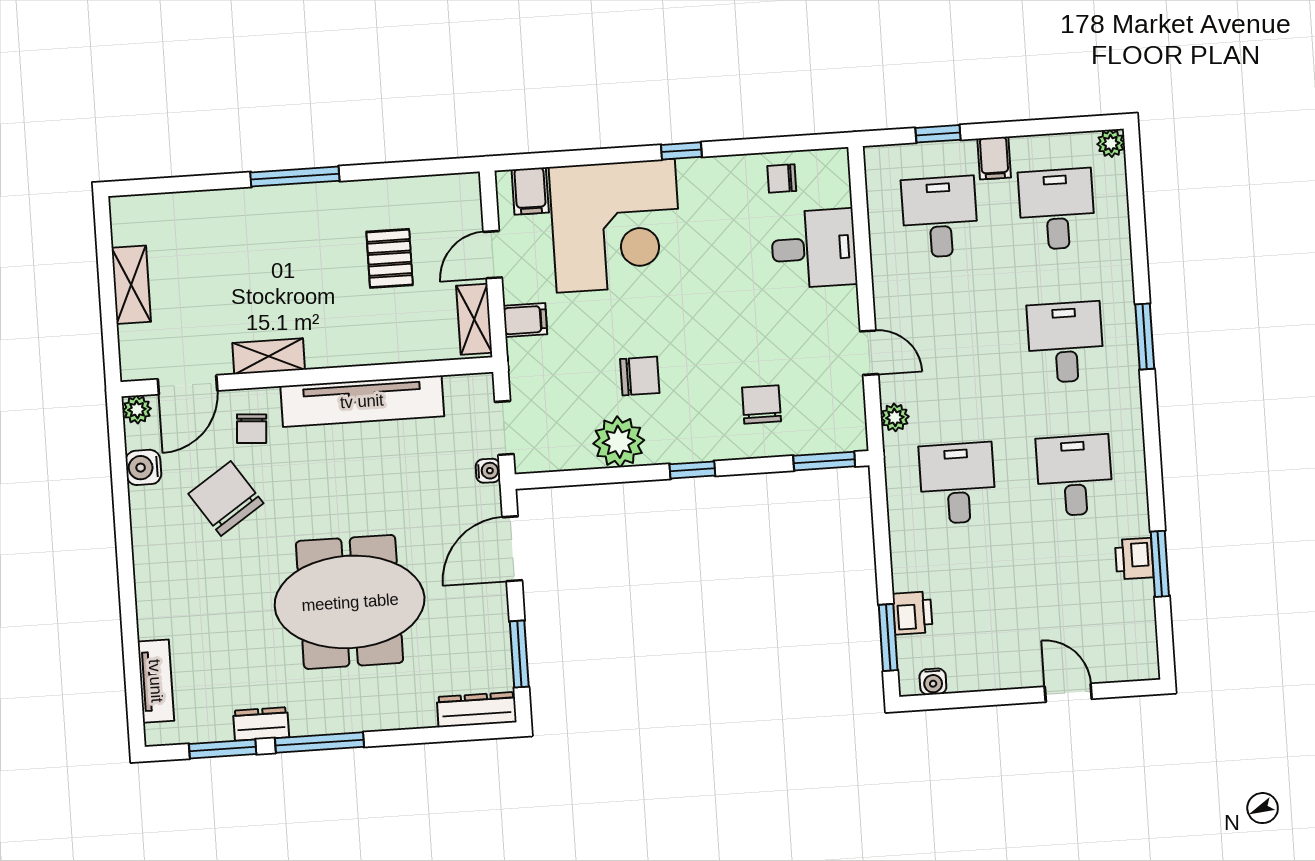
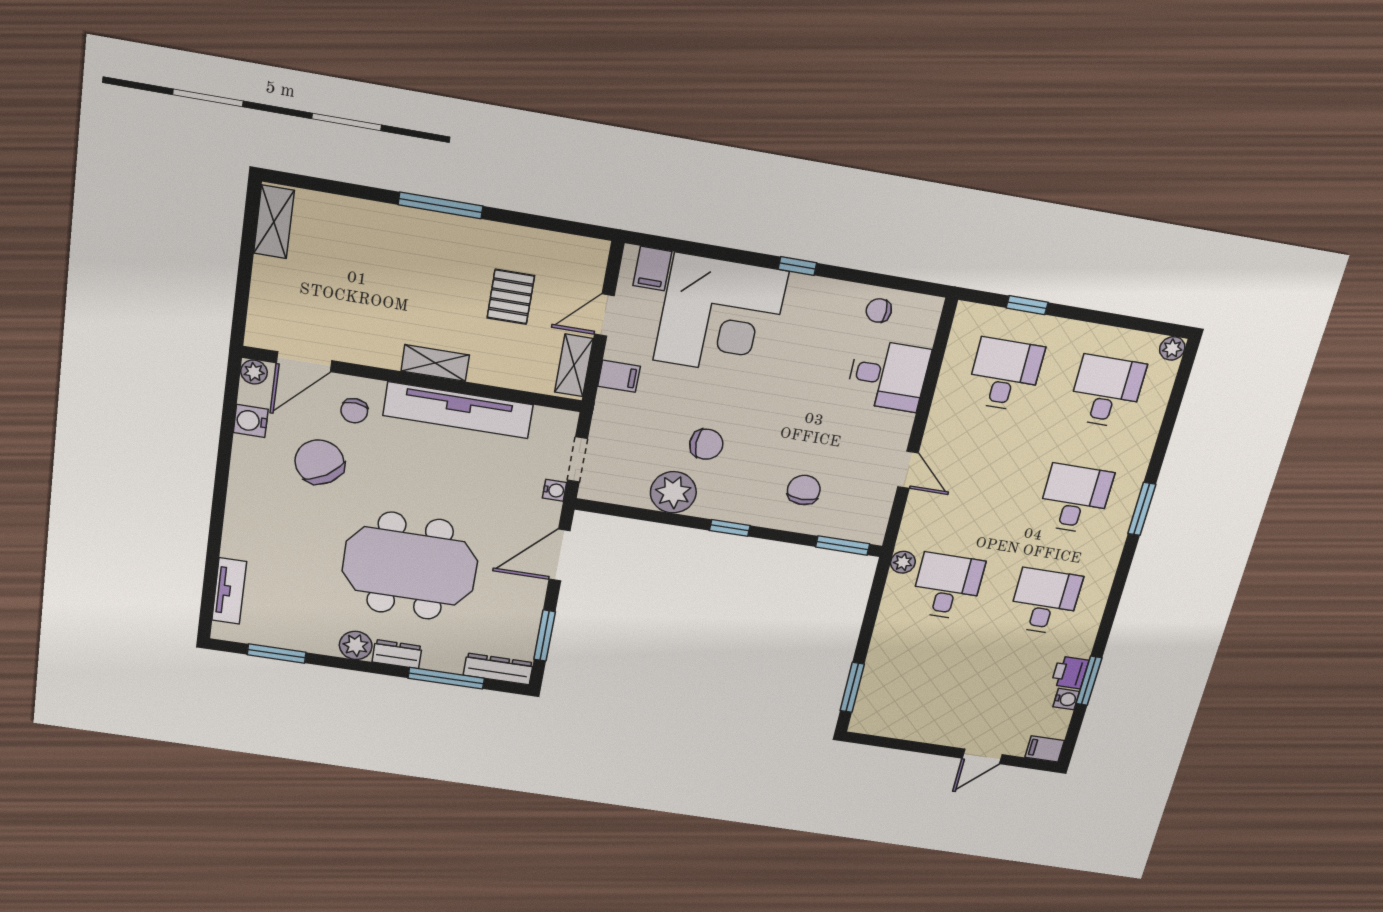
filing cabinet: (994, 158) -> (1045, 749), moved, turned 90
shelving: (131, 285) -> (274, 222), moved
shelving: (269, 356) -> (435, 363), moved
plant: (895, 417) -> (903, 562), moved
printer: (912, 613) -> (878, 674), removed
water cooler: (933, 682) -> (1066, 699), moved, turned -90
door: (1068, 693) -> (982, 756), swing flipped
plant: (309, 717) -> (356, 645), added
dresser: (261, 724) -> (397, 654), moved
window: (319, 743) -> (446, 678), moved

